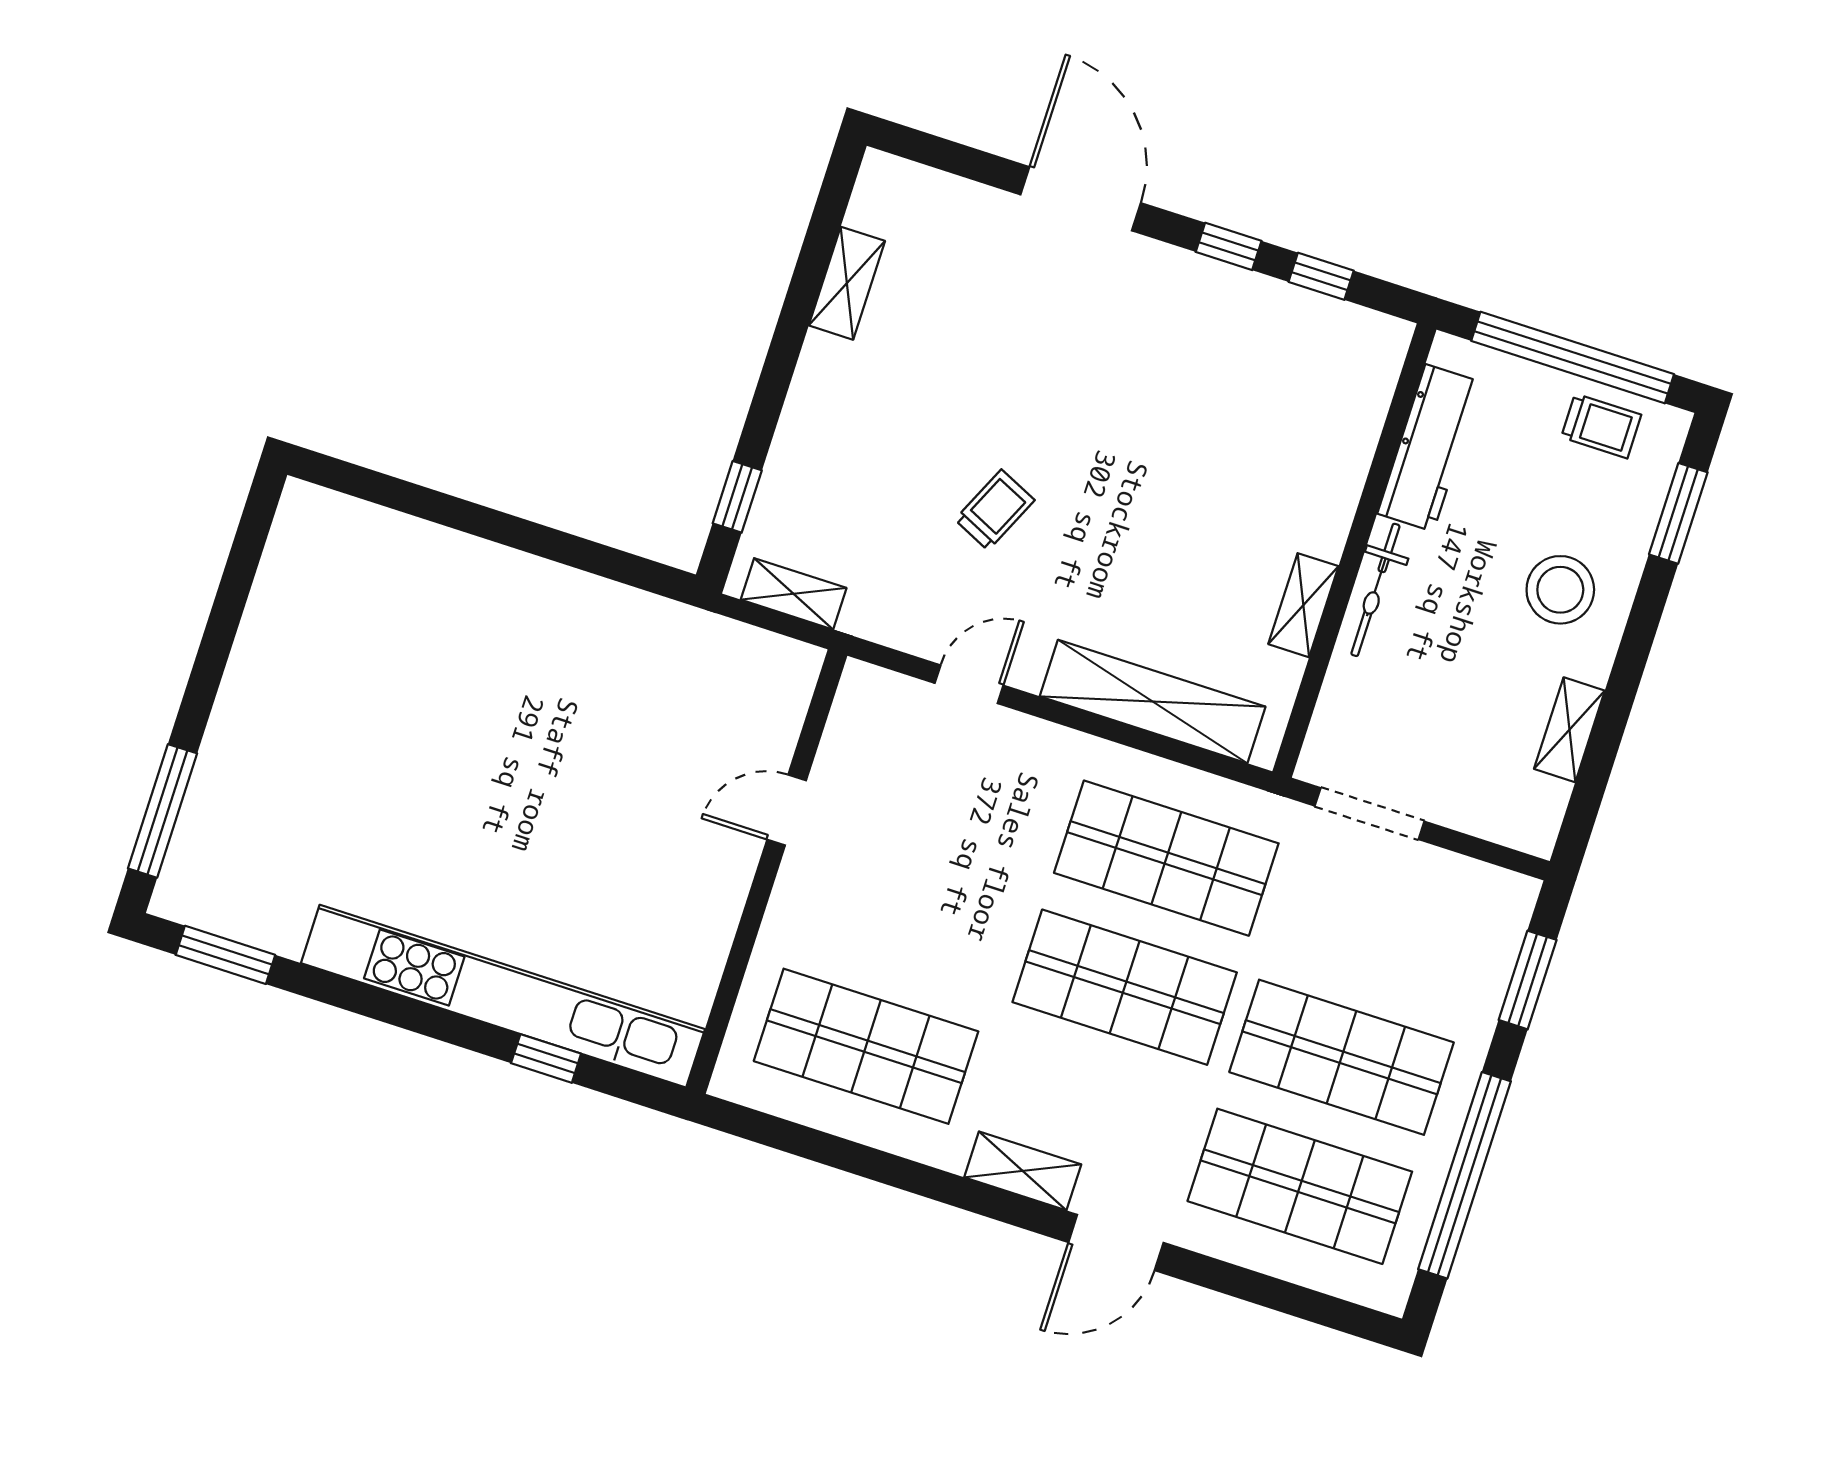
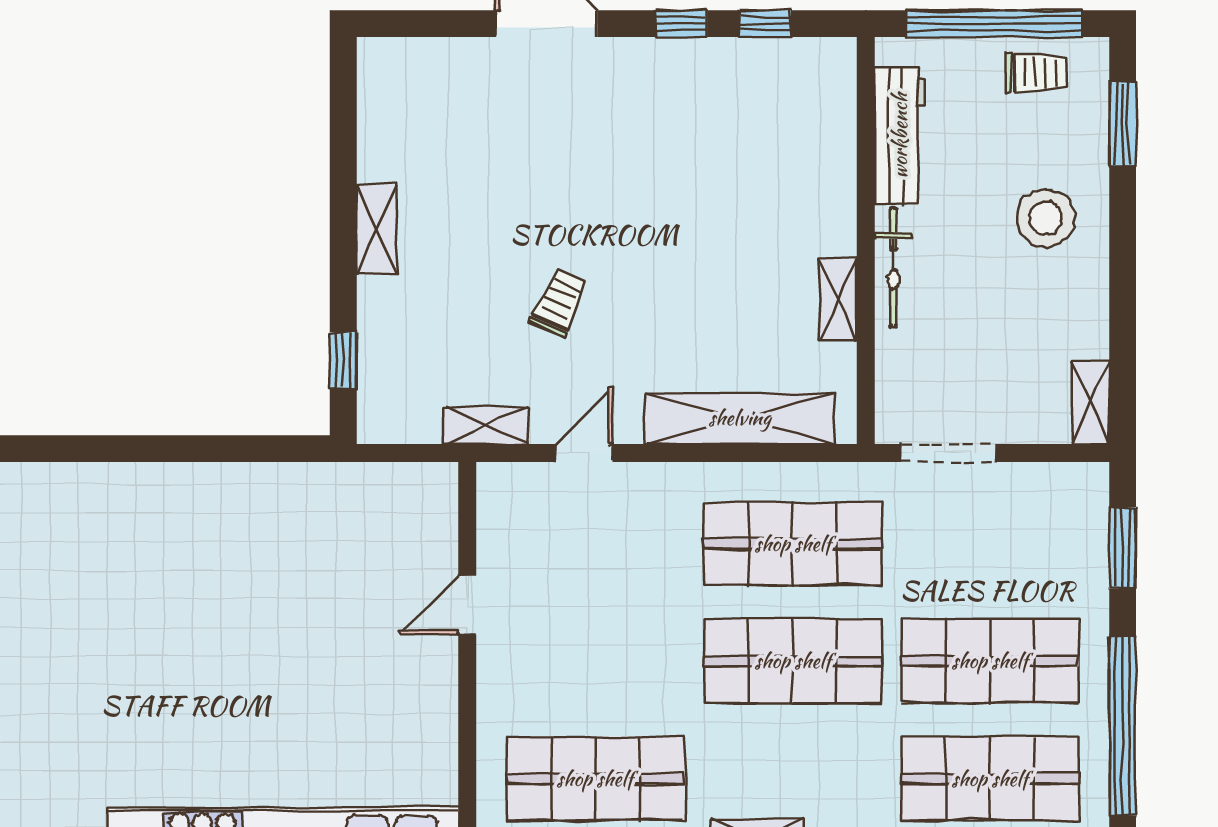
shelving: (847, 283) -> (377, 229), moved
shelving: (794, 594) -> (486, 425), moved
shelving: (1569, 730) -> (1090, 403), moved

